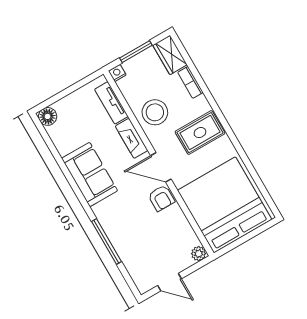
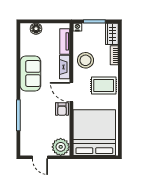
floor lamp: (48, 116) -> (36, 29), moved
plant: (199, 254) -> (61, 147), width x1.87, depth x1.87

